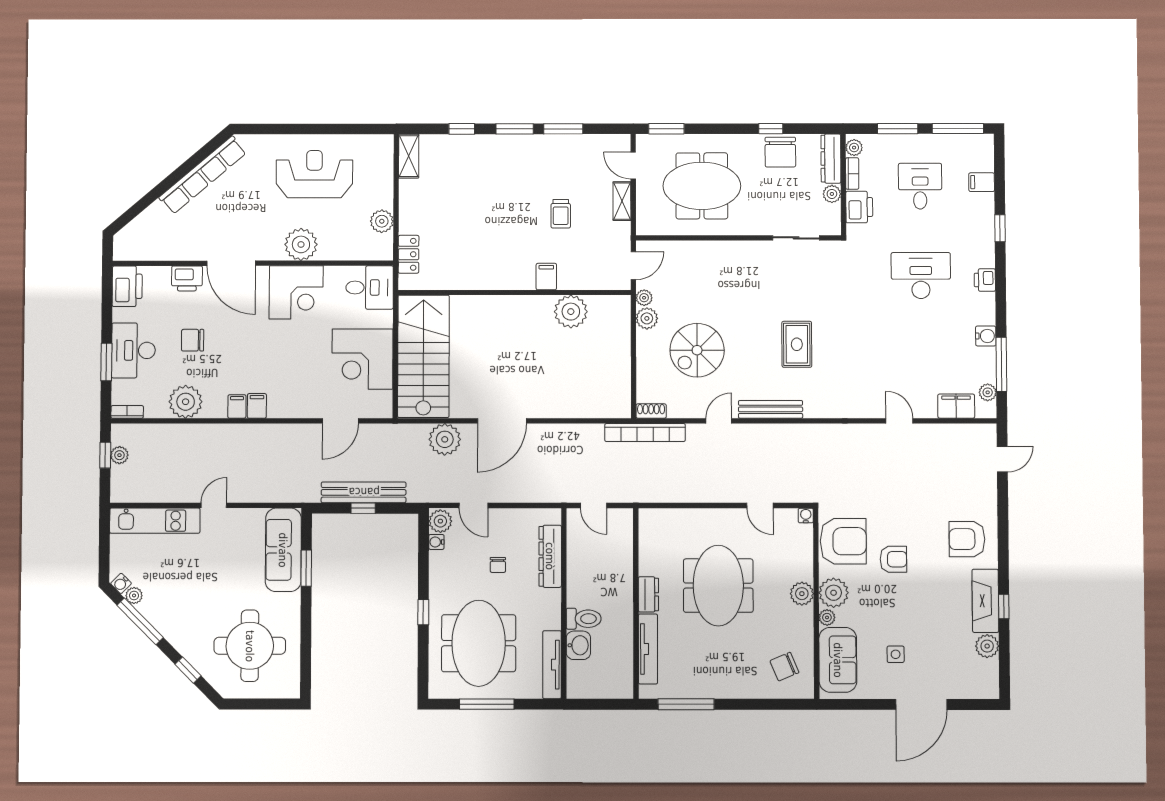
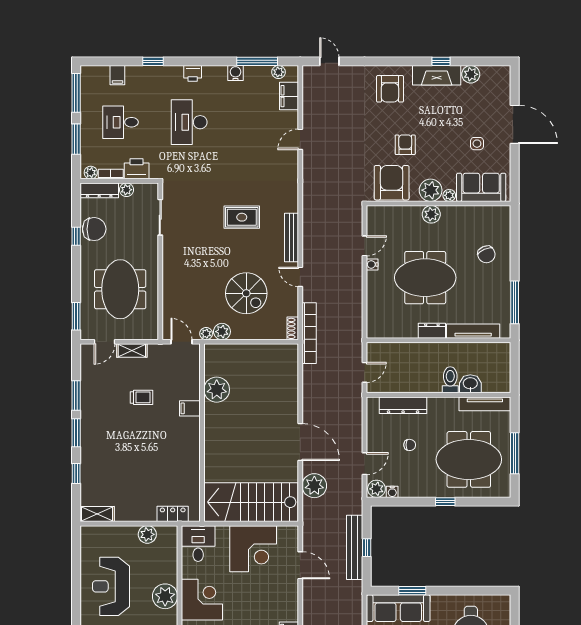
water cooler: (806, 516) -> (372, 264), moved
chair: (784, 667) -> (486, 254), moved

